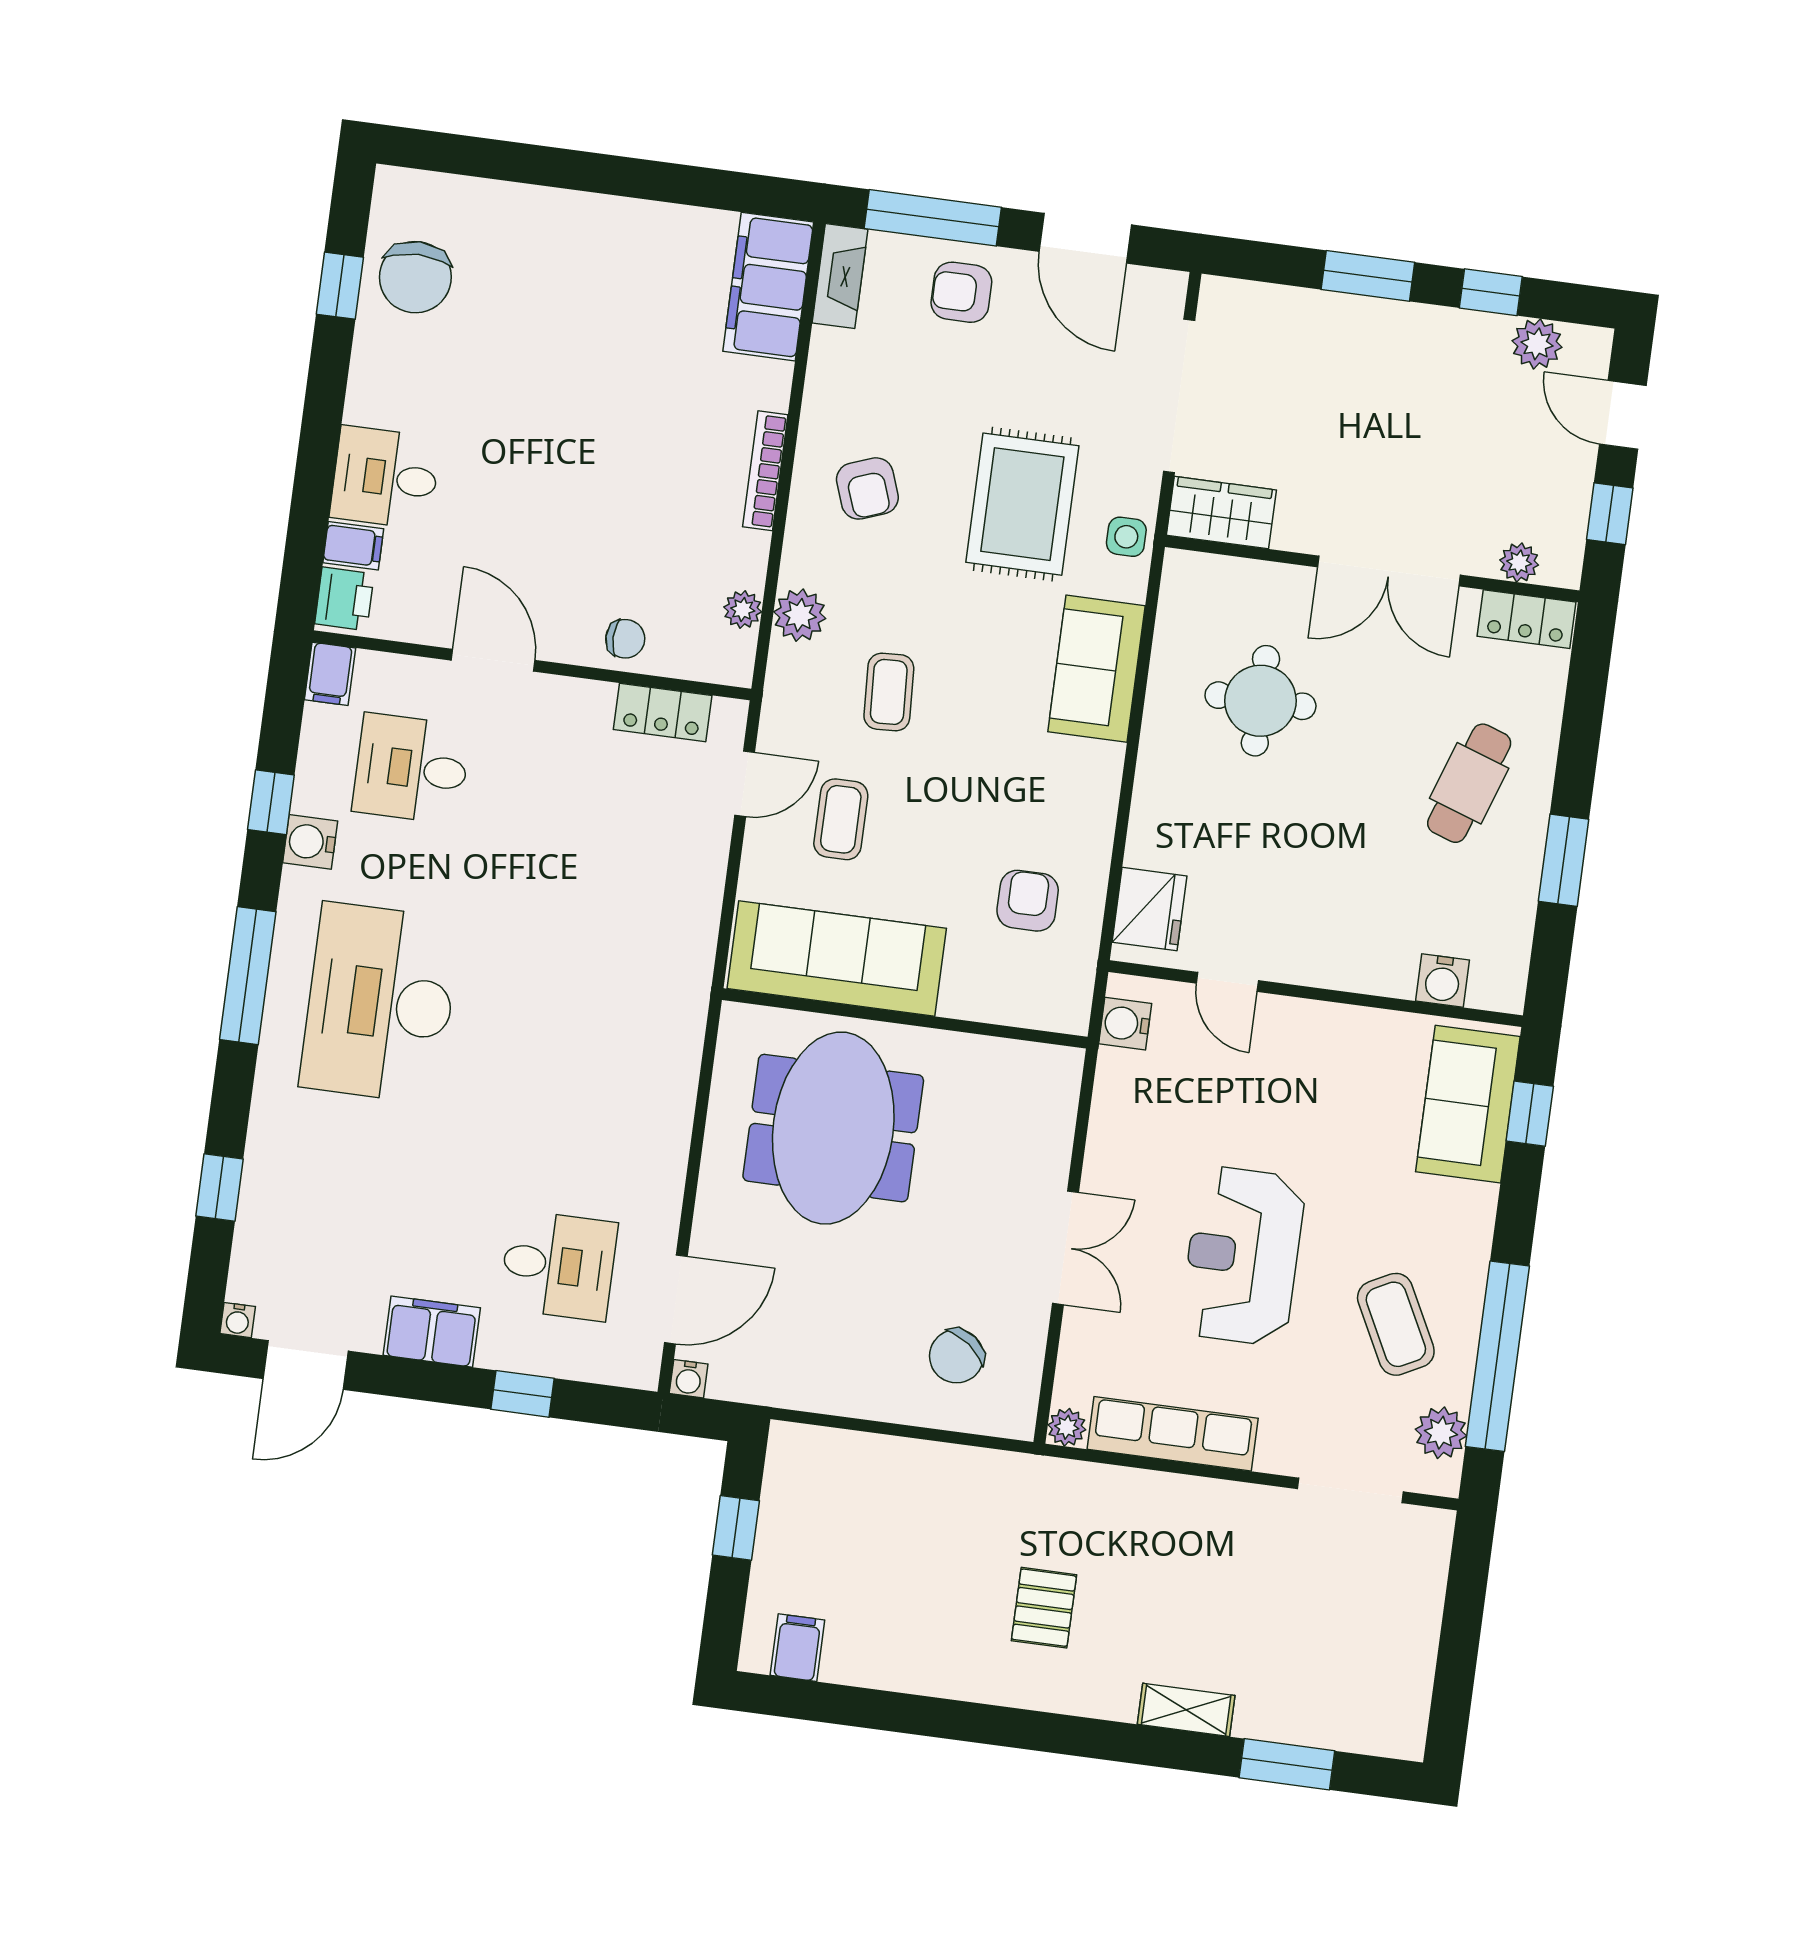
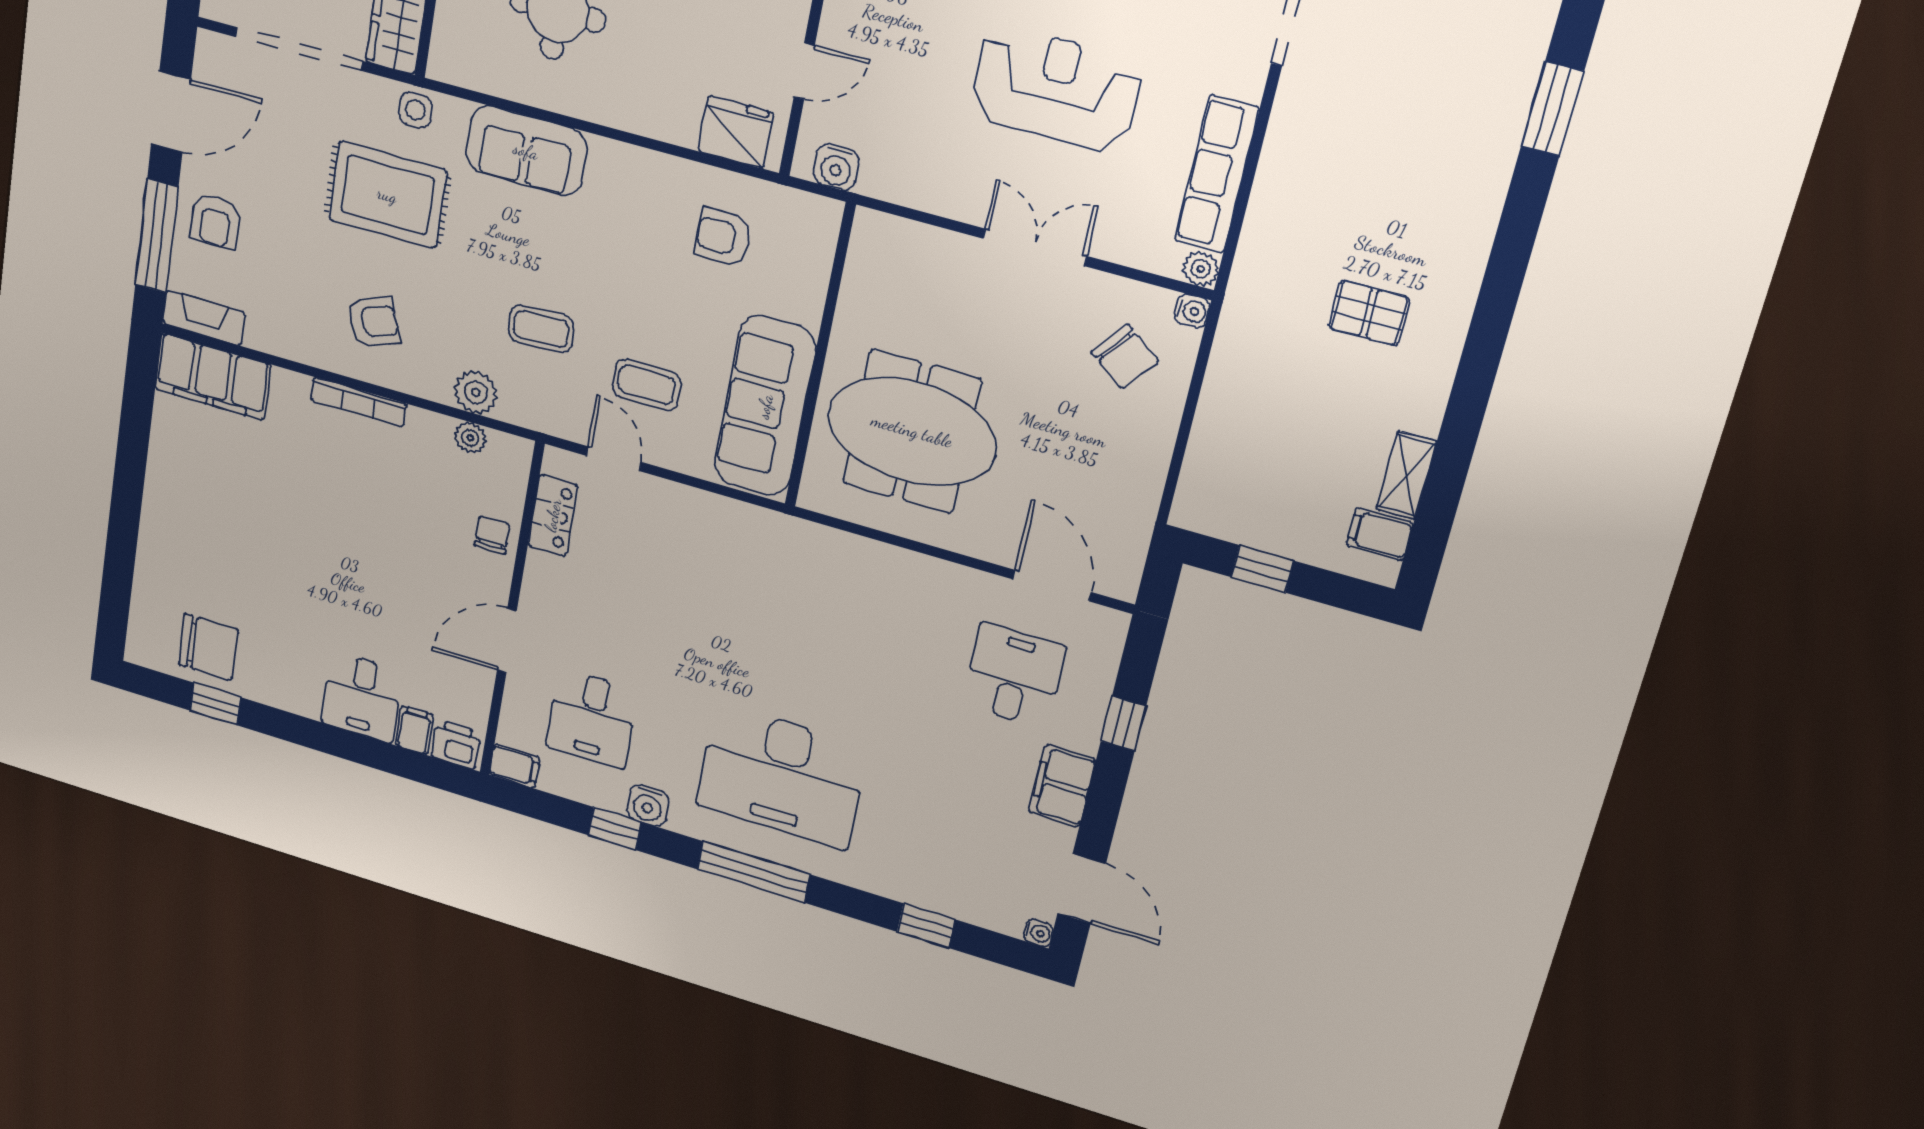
reception desk: (1243, 1256) -> (1056, 89), turned 180
water cooler: (689, 1379) -> (1192, 311), moved
shelving: (1186, 1710) -> (1406, 475), moved

